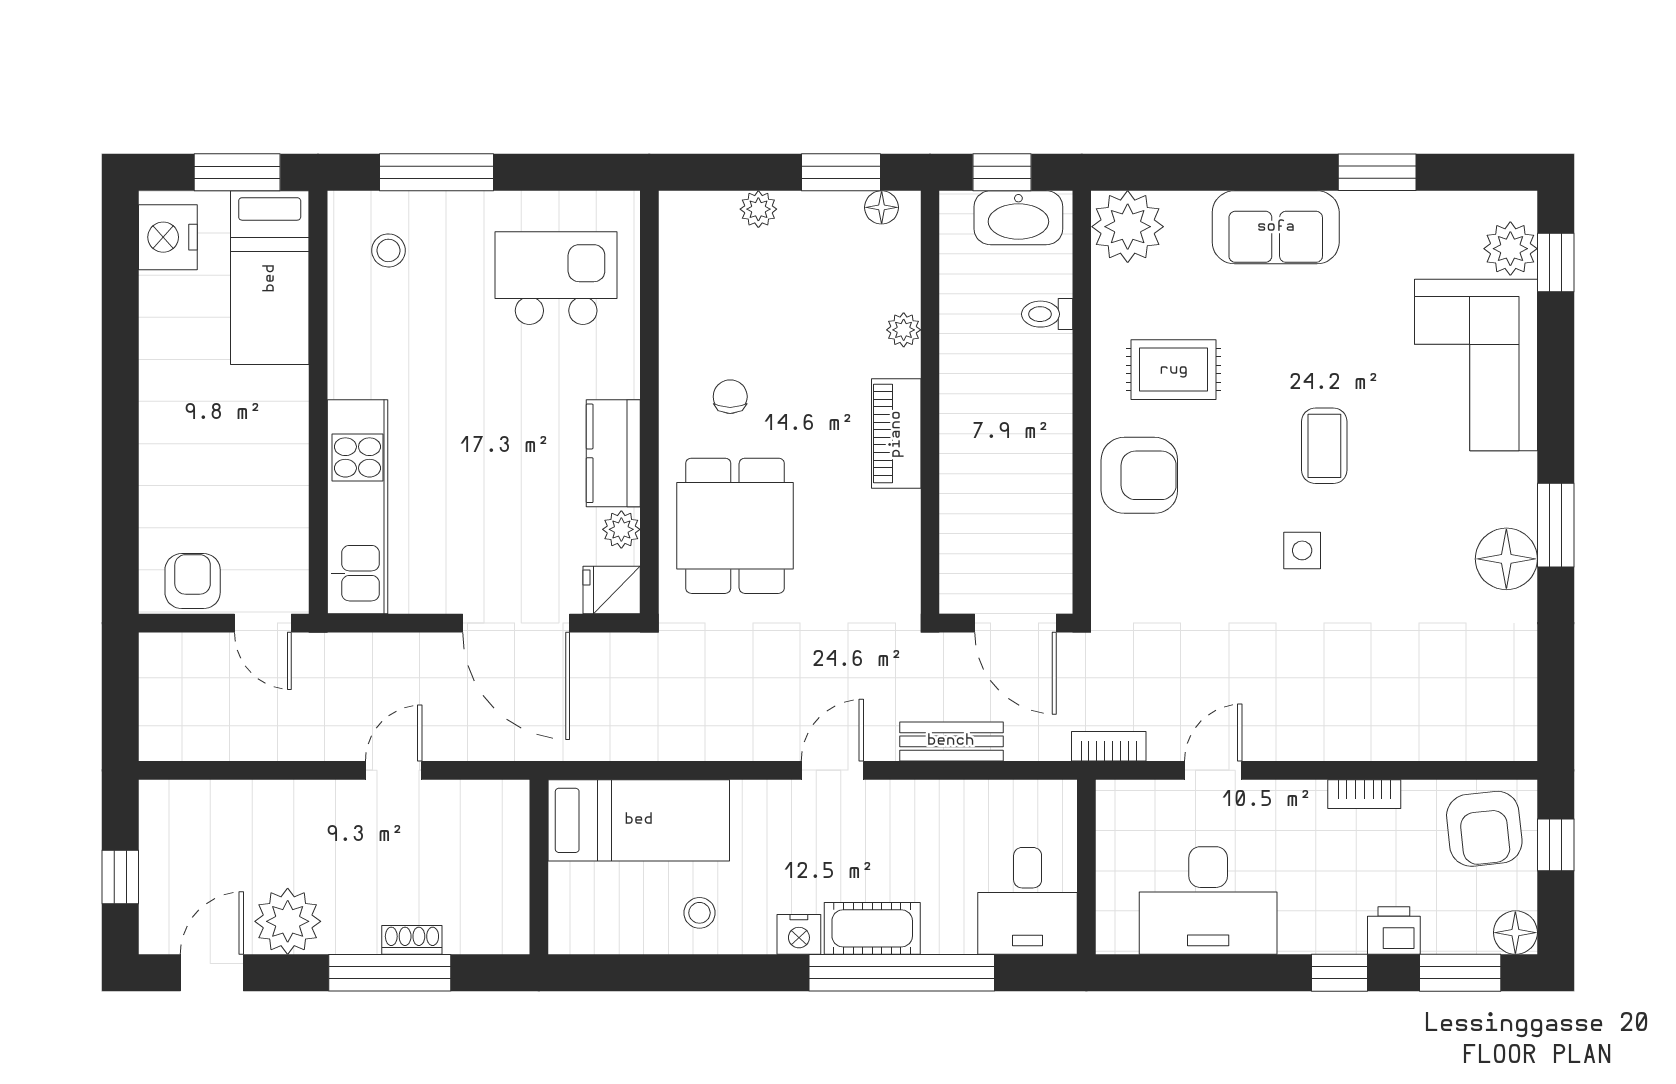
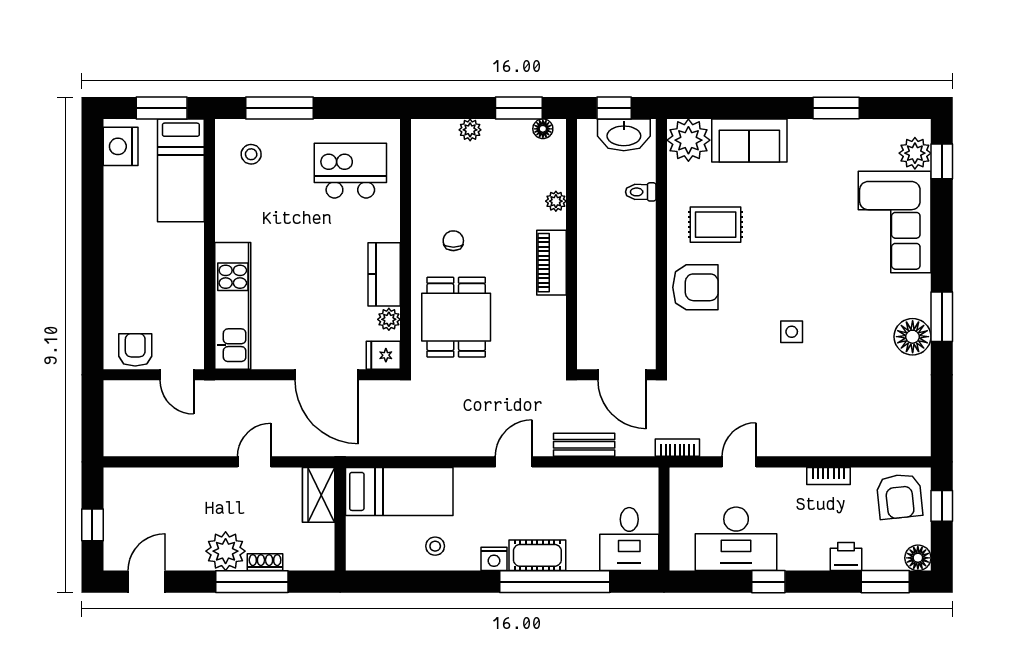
sofa: (1276, 227) -> (749, 141), moved
coffee table: (1324, 446) -> (805, 270), removed
wardrobe: (503, 826) -> (319, 495), added
plant: (288, 921) -> (226, 551), moved
window: (1340, 973) -> (768, 582), moved

